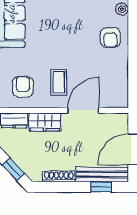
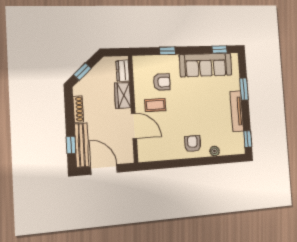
armchair: (110, 38) -> (193, 144), turned 93
armchair: (23, 87) -> (162, 82), moved

